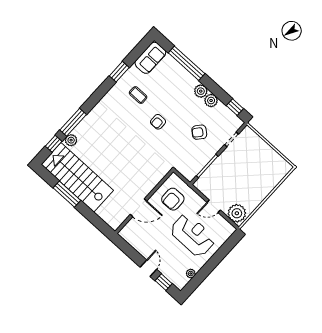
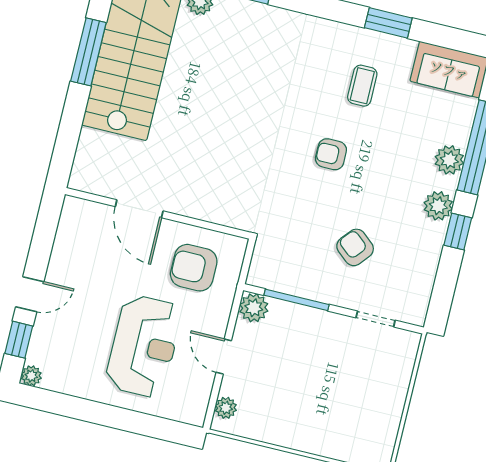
plant: (211, 101) -> (449, 160), moved
window: (235, 107) -> (458, 232), moved
plant: (201, 184) -> (254, 308), added
plant: (237, 213) -> (226, 408), width x0.53, depth x0.53
plant: (191, 274) -> (31, 376), moved

